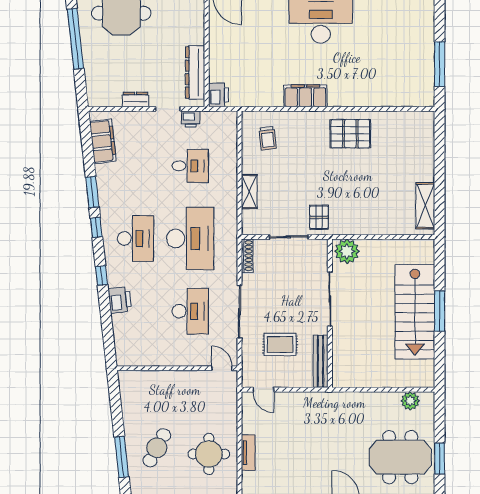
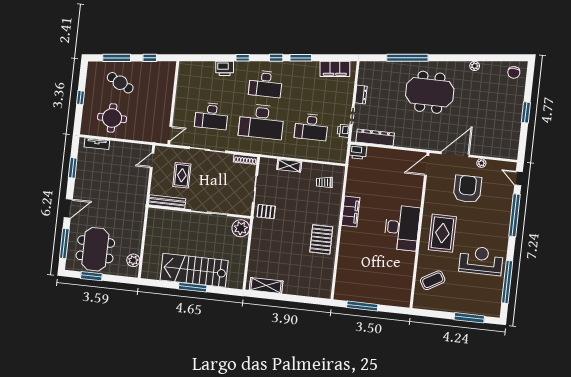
desk: (190, 166) -> (311, 127), width x1.37
window: (116, 409) -> (150, 58), added
tv unit: (248, 453) -> (97, 144), moved

